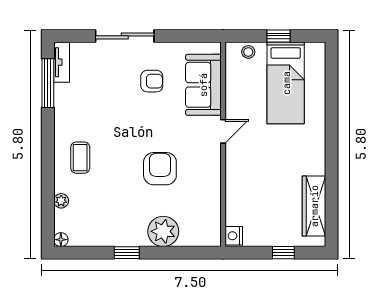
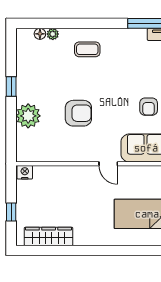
floor lamp: (61, 240) -> (40, 34), moved

